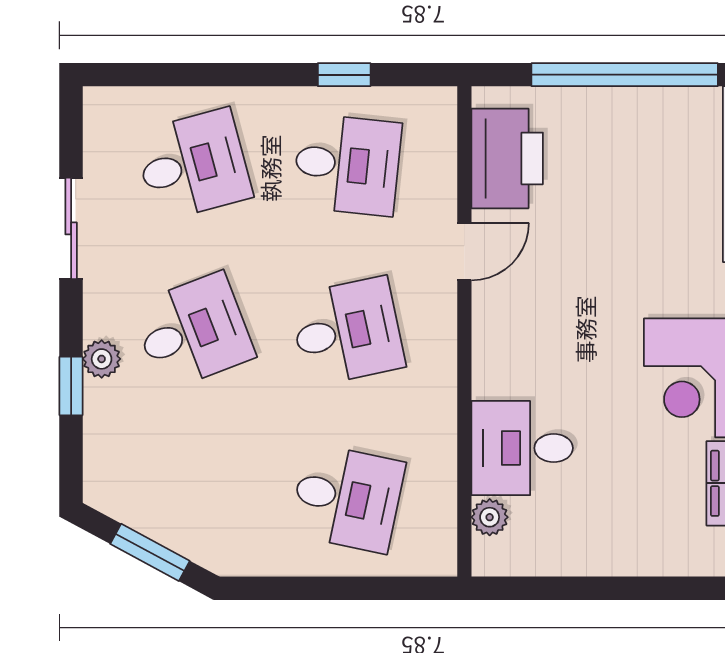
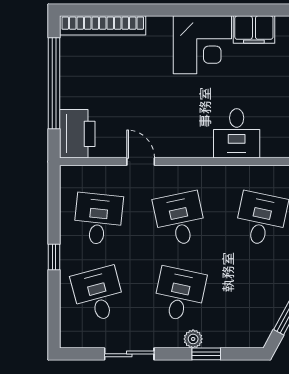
window: (344, 75) -> (54, 257), moved
printer: (507, 158) -> (77, 134), moved, turned 90
desk: (193, 331) -> (180, 294), turned 33
plant: (490, 517) -> (270, 149), removed

